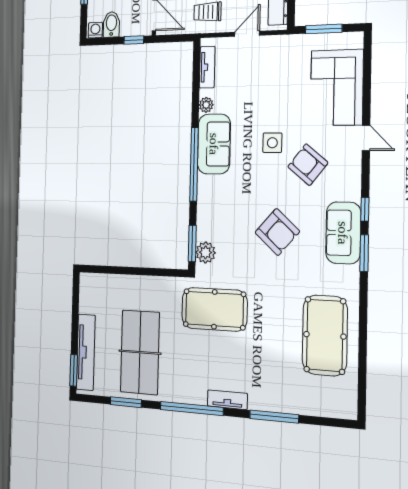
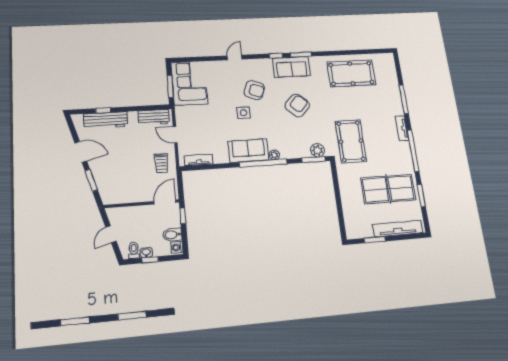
corner sofa: (337, 88) -> (189, 83), moved, turned -90
plant: (206, 105) -> (274, 155), moved
armchair: (308, 165) -> (254, 90), turned -109
window: (74, 370) -> (375, 240), moved

